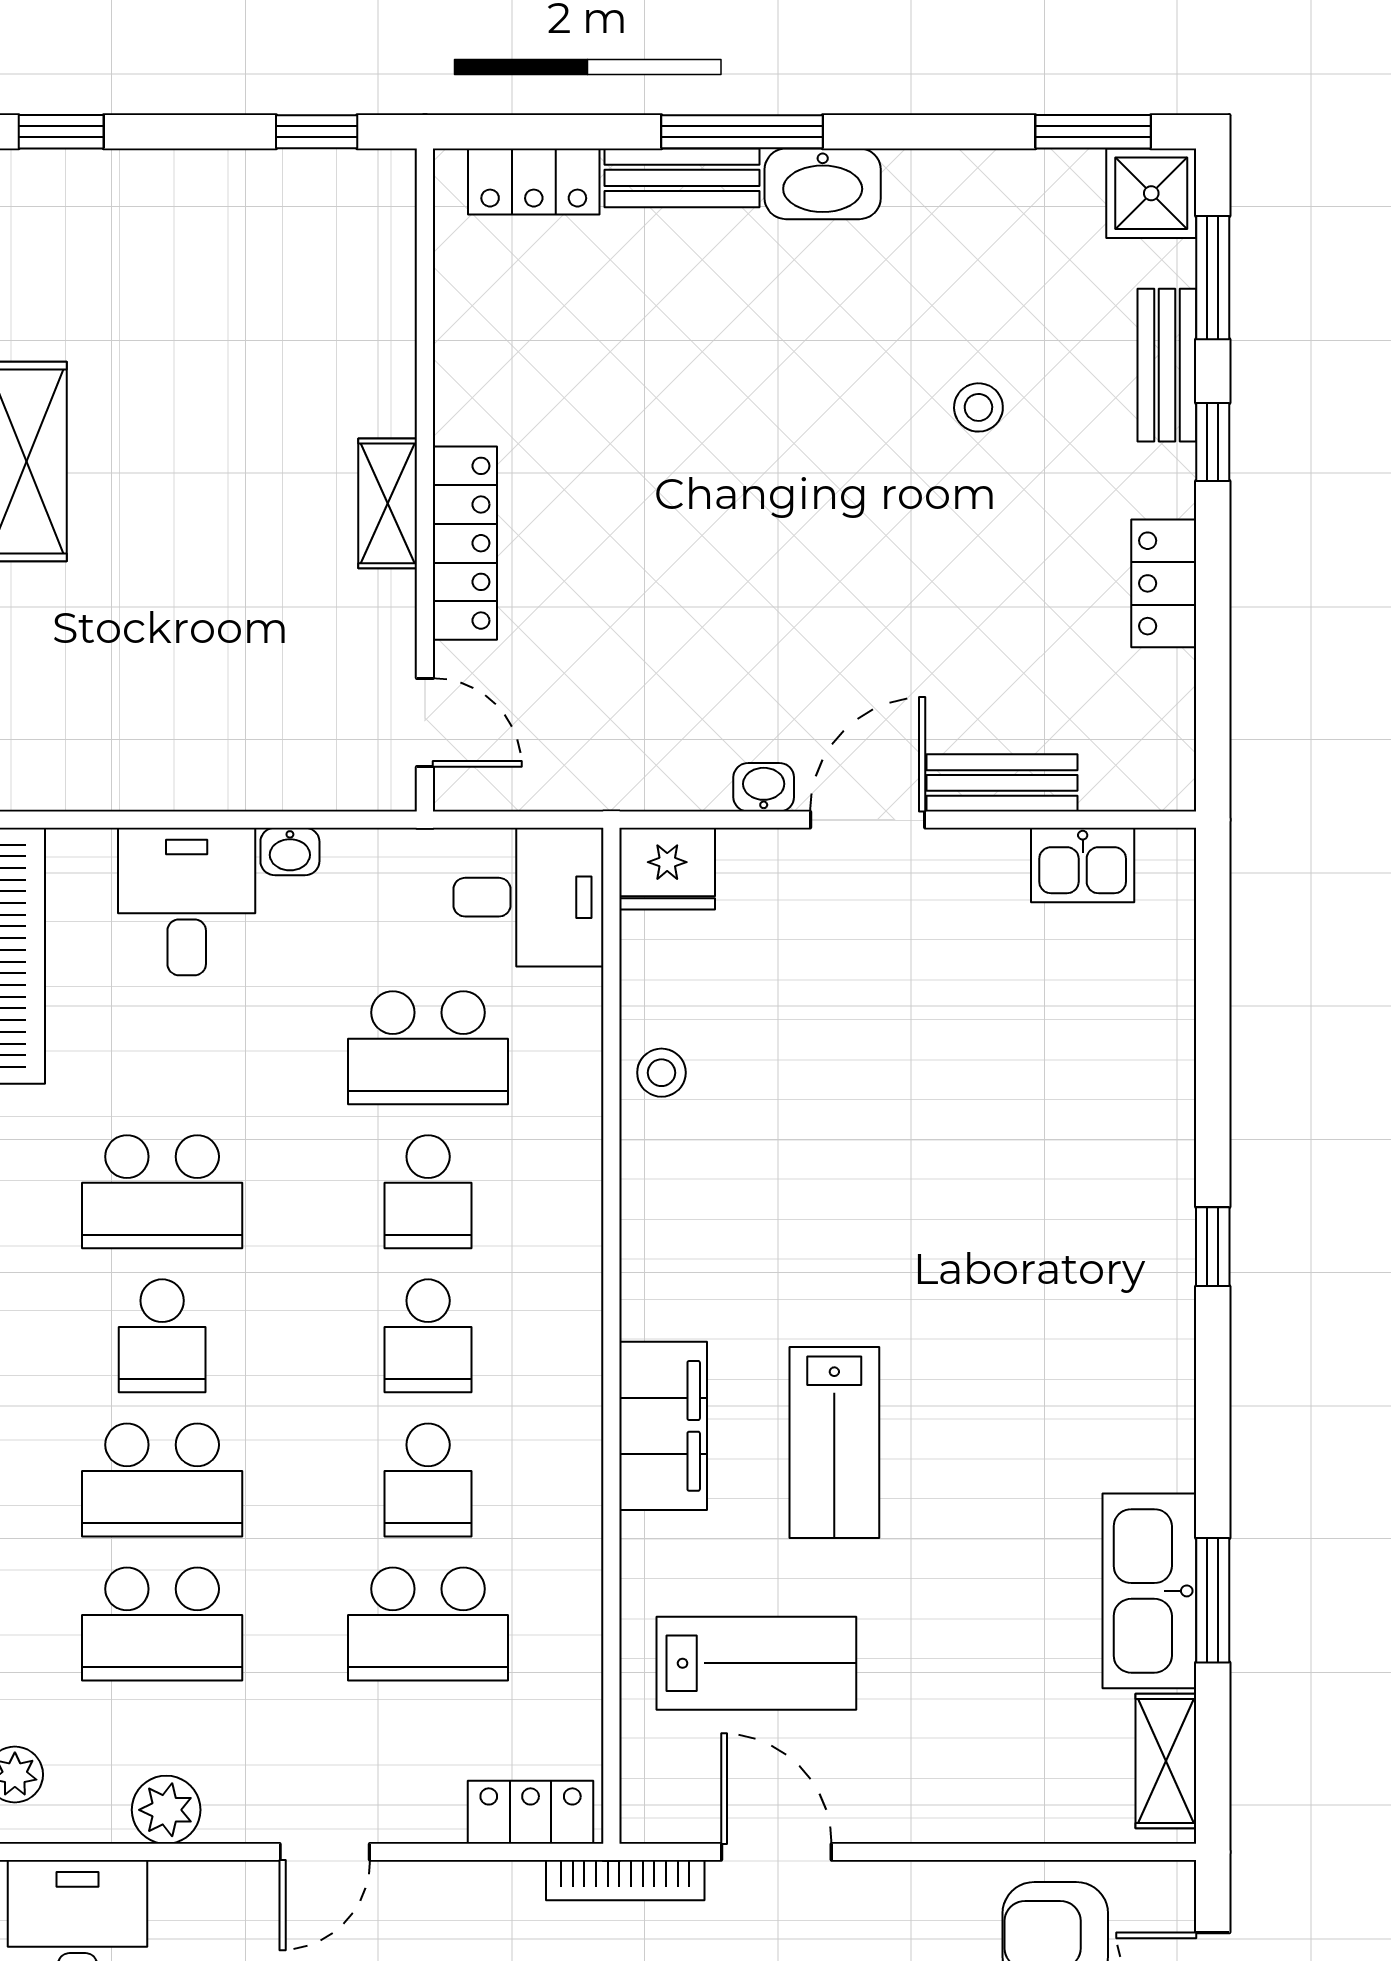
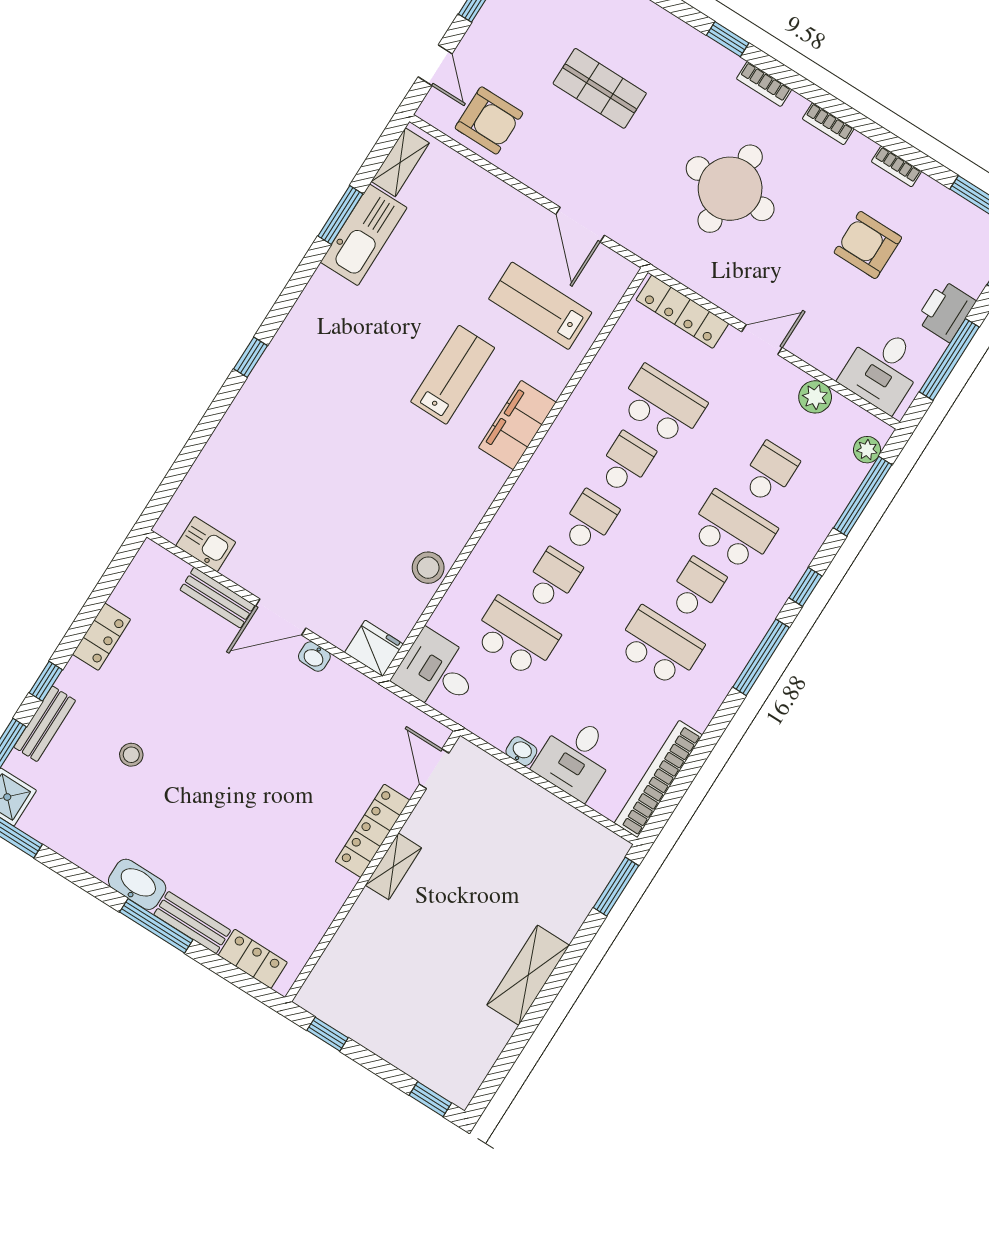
stool: (661, 1073) -> (428, 568), width x1.37, depth x1.37
school desk: (162, 1624) -> (769, 473), width x0.54
locker: (531, 1812) -> (682, 312), width x1.53
bookcase: (625, 1880) -> (648, 252), removed

